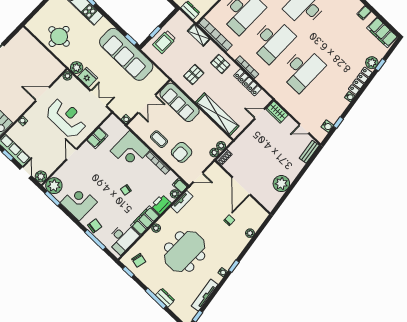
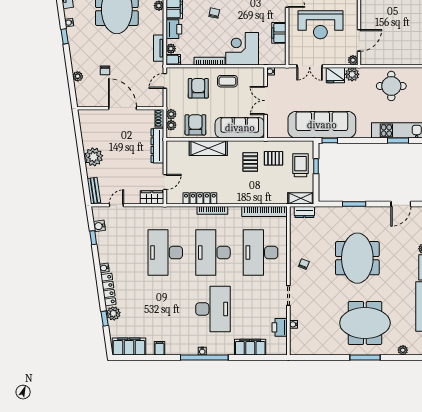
shelving: (199, 35) -> (301, 198), moved
pallet: (220, 64) -> (274, 158), moved
door: (43, 94) -> (359, 40), moved
shelving: (217, 114) -> (208, 148), width x0.68
armchair: (206, 131) -> (195, 125), added
dresser: (242, 141) -> (157, 146), added
plant: (281, 184) -> (94, 157), moved

